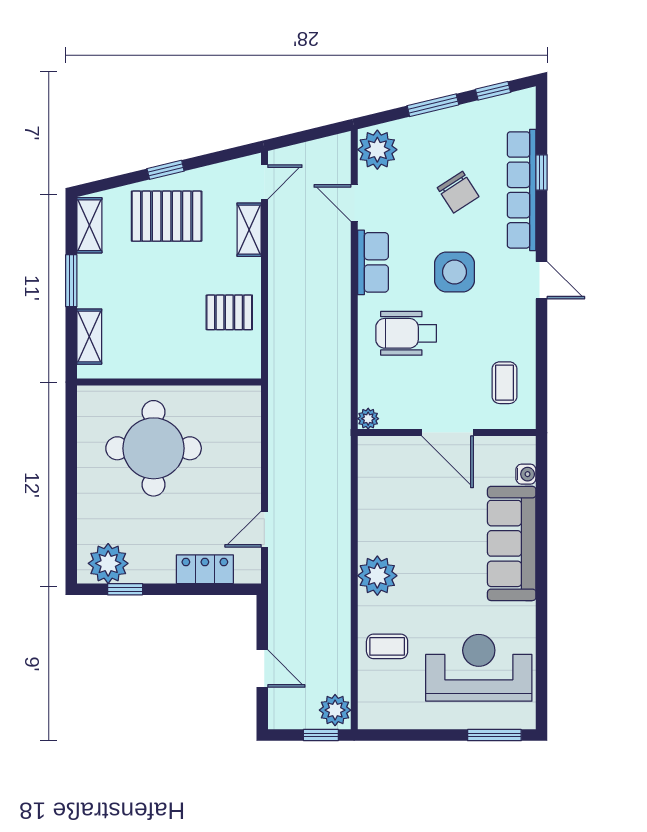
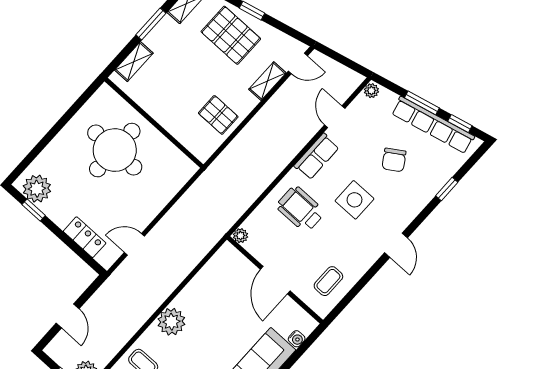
plant: (377, 150) -> (371, 91), width x0.53, depth x0.53
row of seats: (522, 190) -> (433, 125), moved, turned -104

